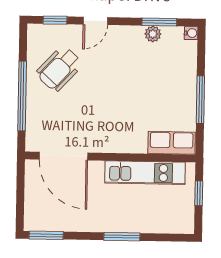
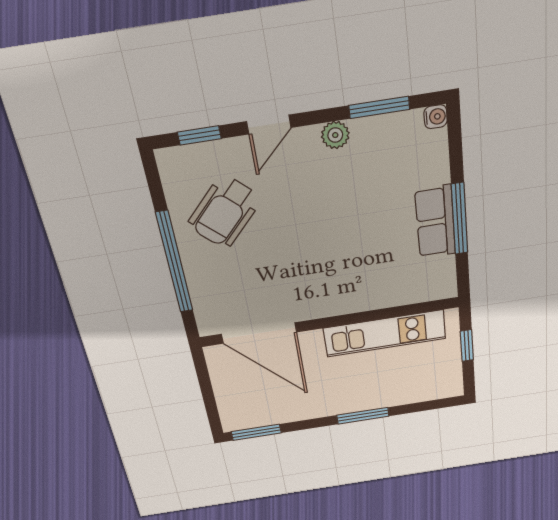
plant: (153, 34) -> (335, 135), moved
row of seats: (172, 143) -> (435, 222), moved, turned -90

